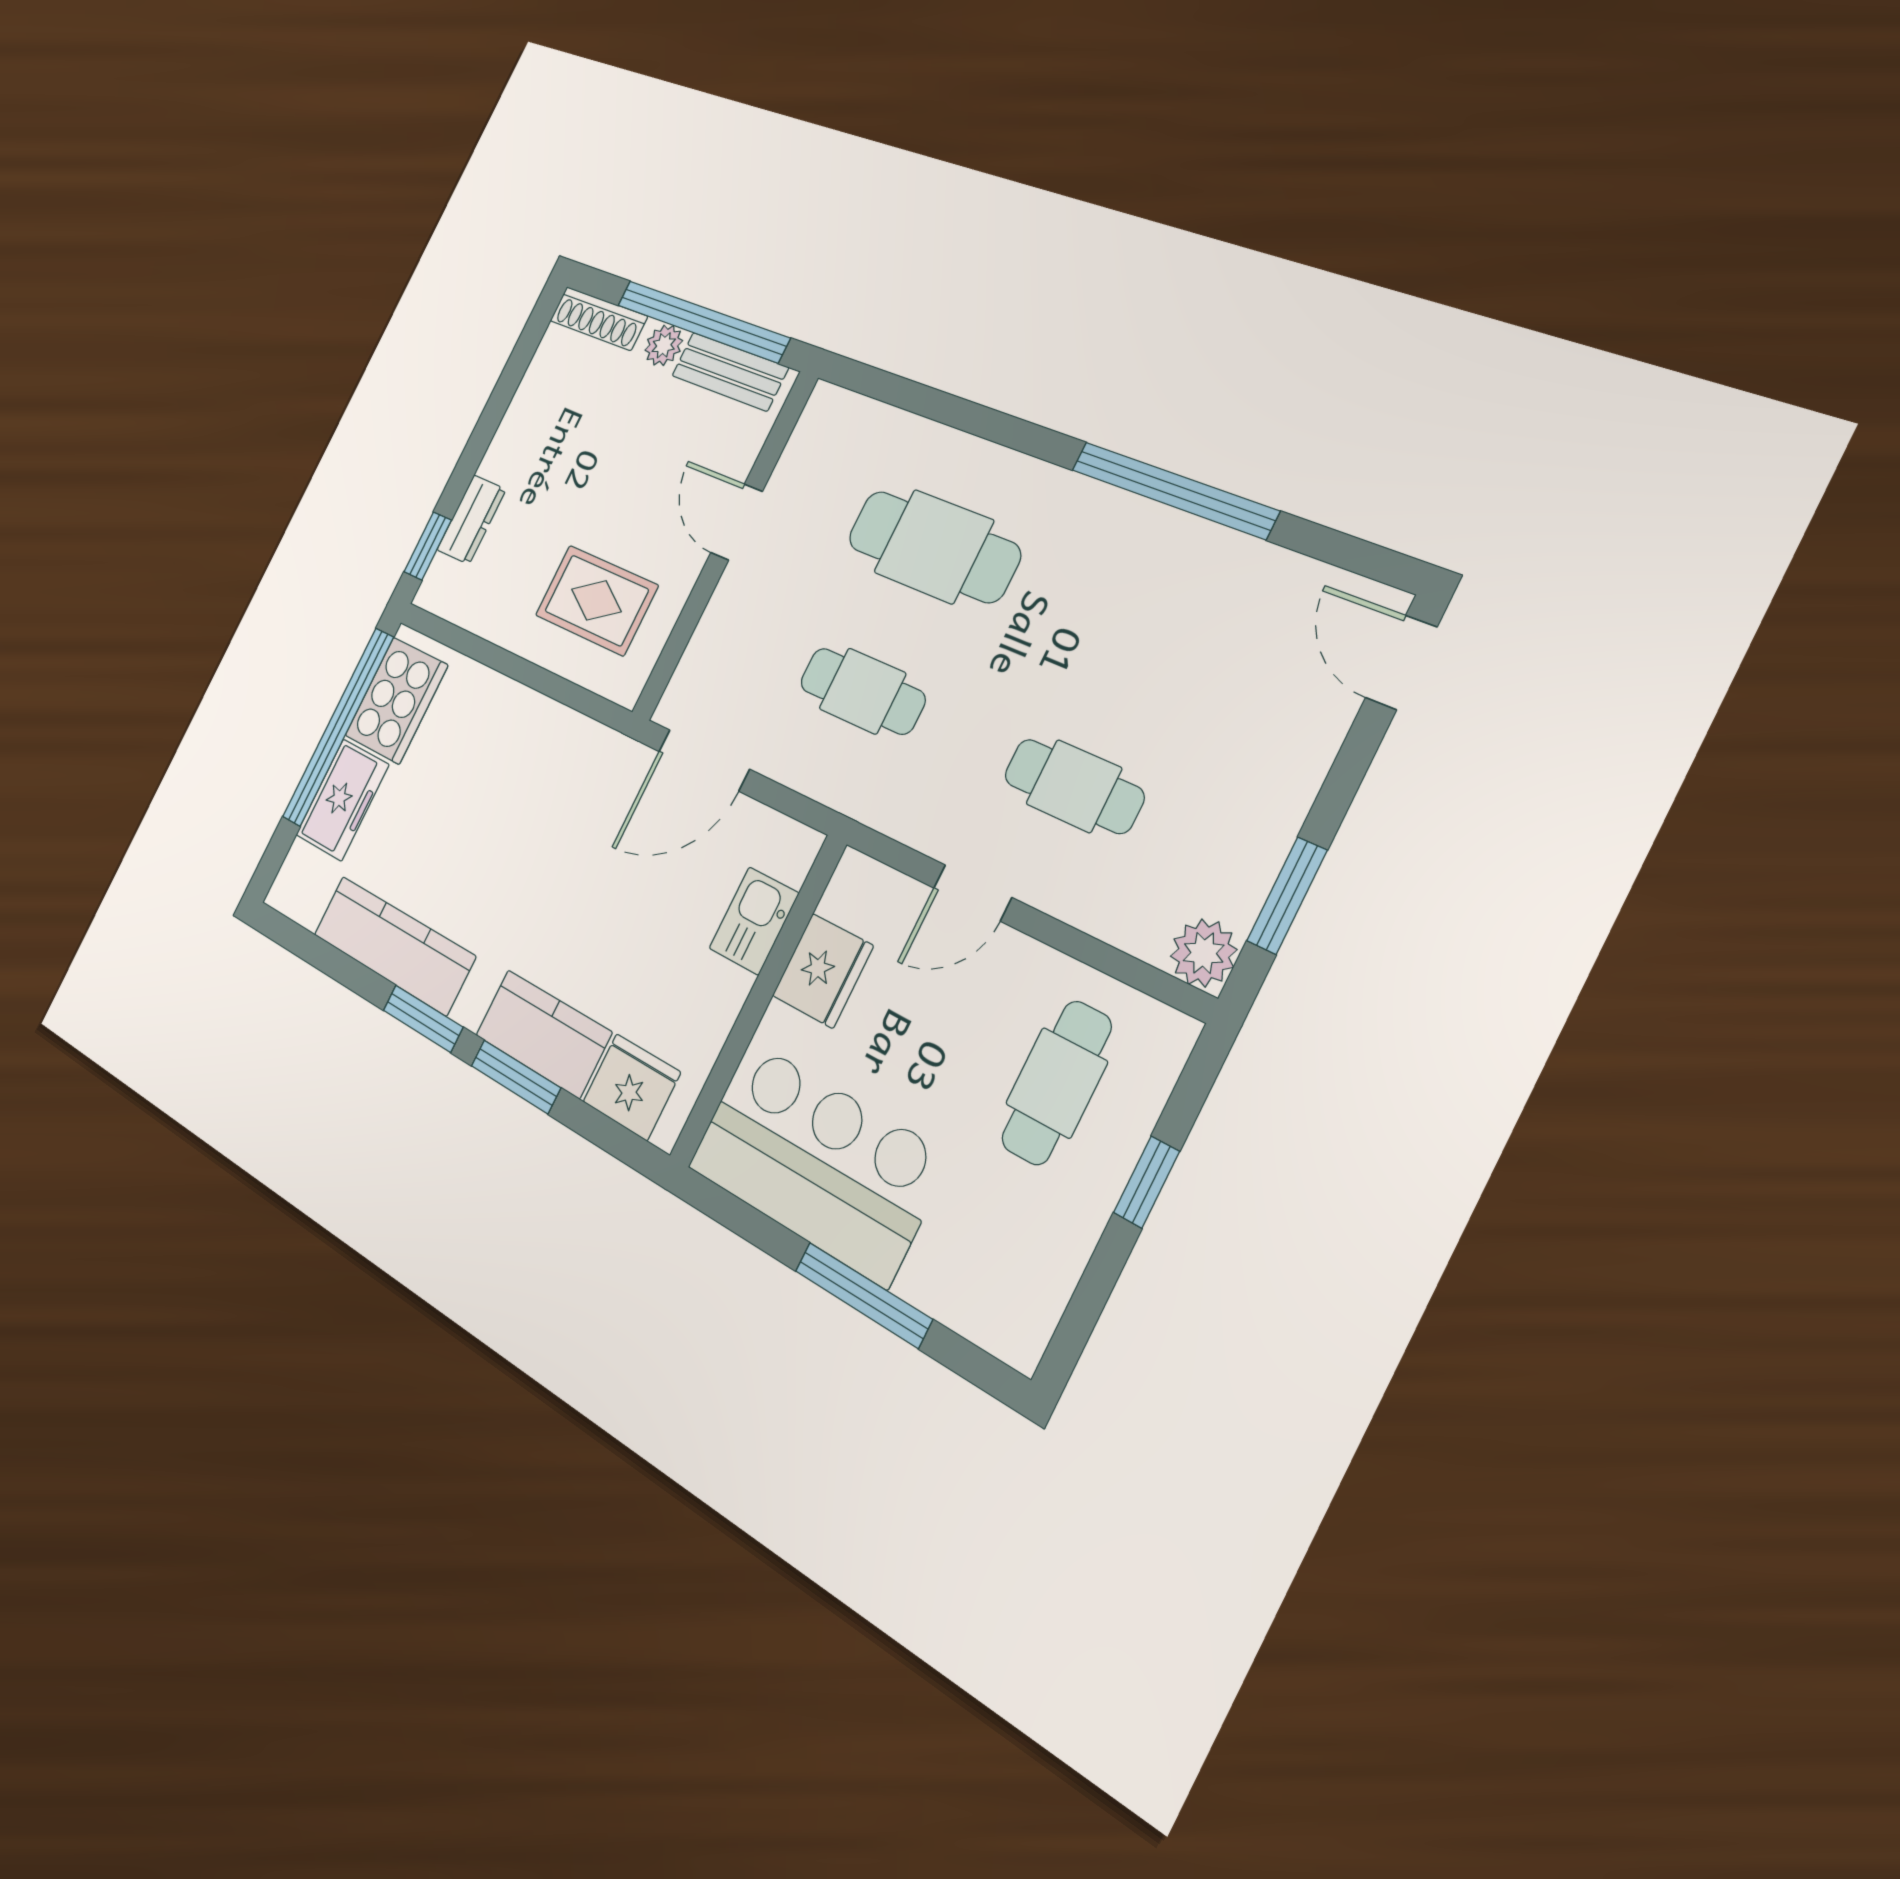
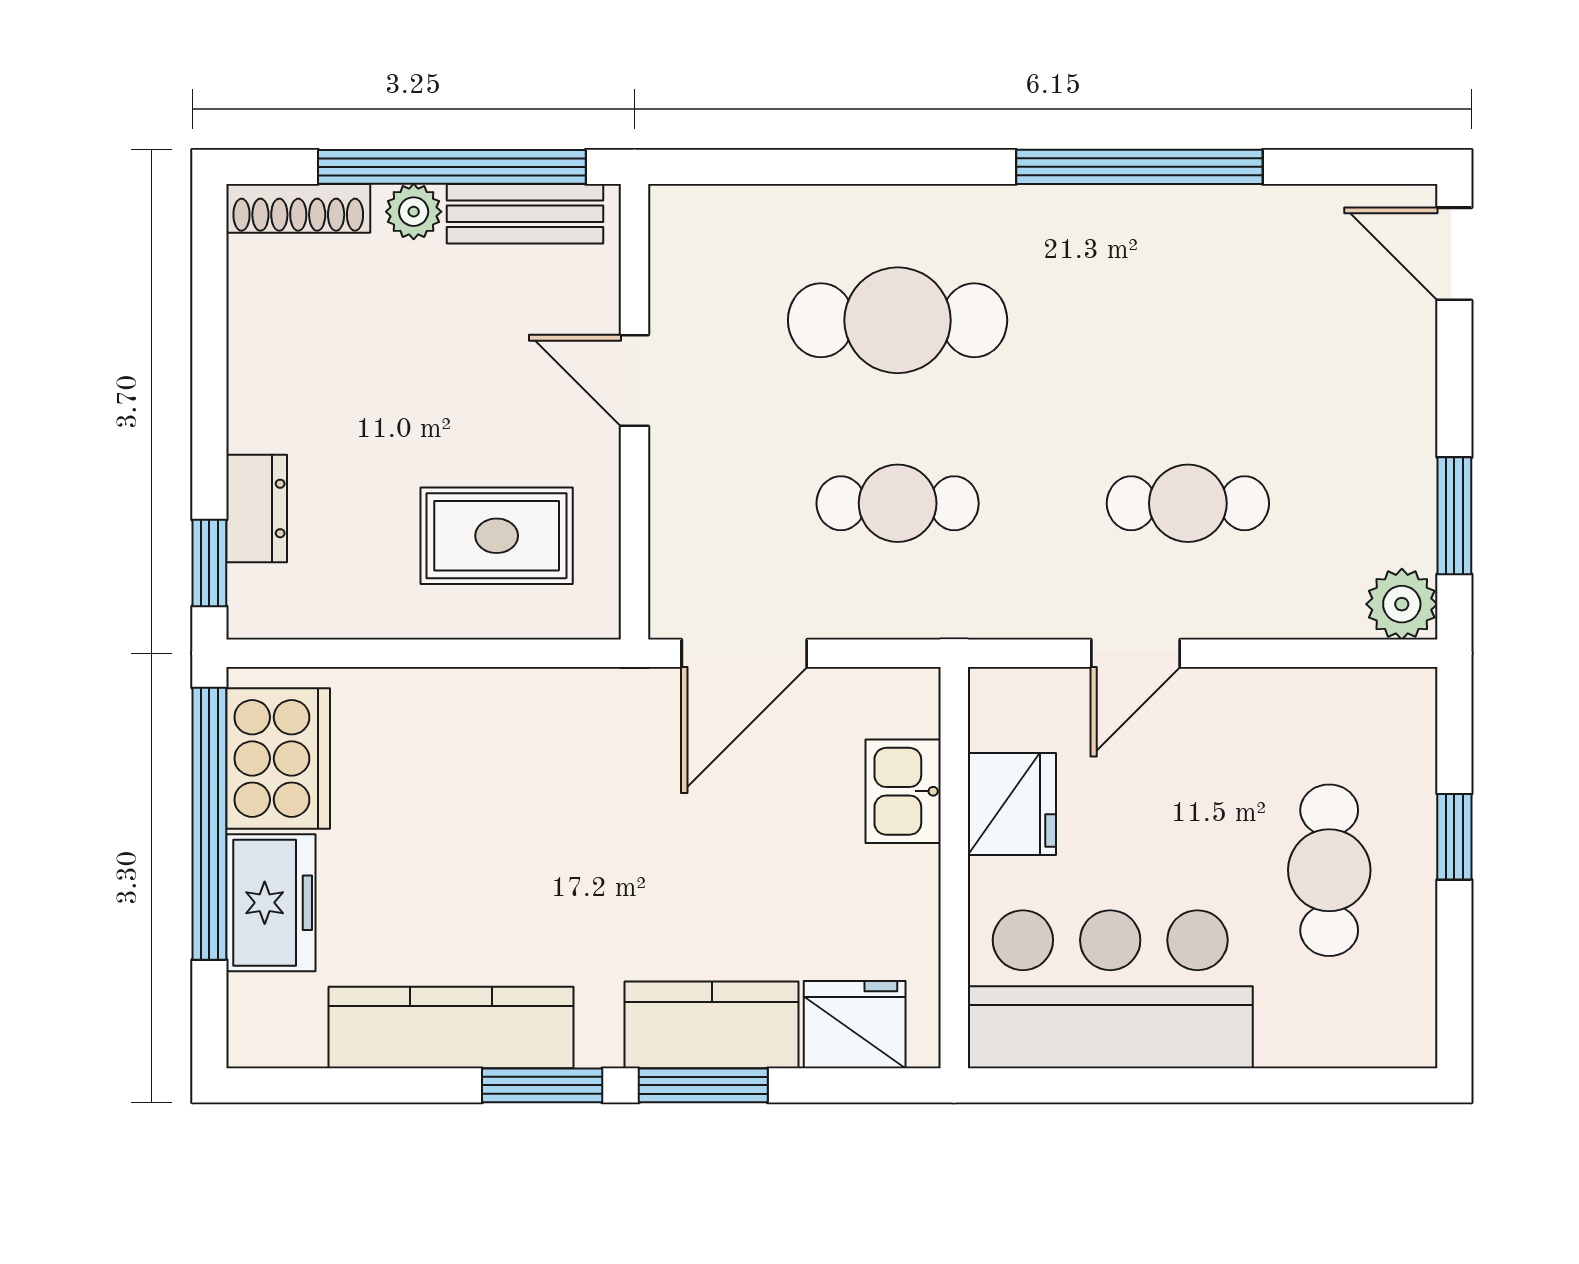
cafe table: (1057, 1083) -> (1329, 870), moved
window: (863, 1295) -> (1229, 1085), removed

